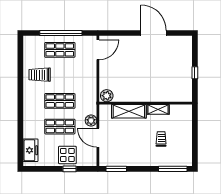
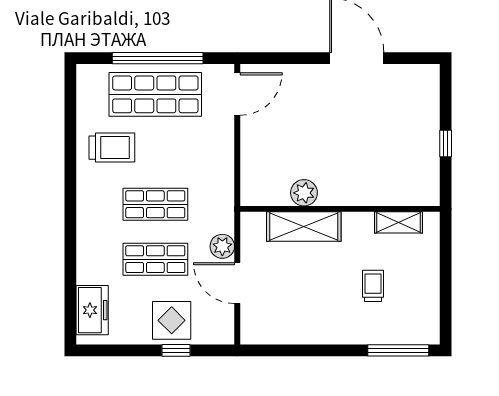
shop shelf: (60, 50) -> (155, 94), width x1.43, depth x1.36
trolley: (40, 75) -> (112, 148), turned 180
plant: (107, 96) -> (304, 193), moved
shelving: (158, 109) -> (399, 222), moved
window: (116, 169) -> (277, 350), removed

